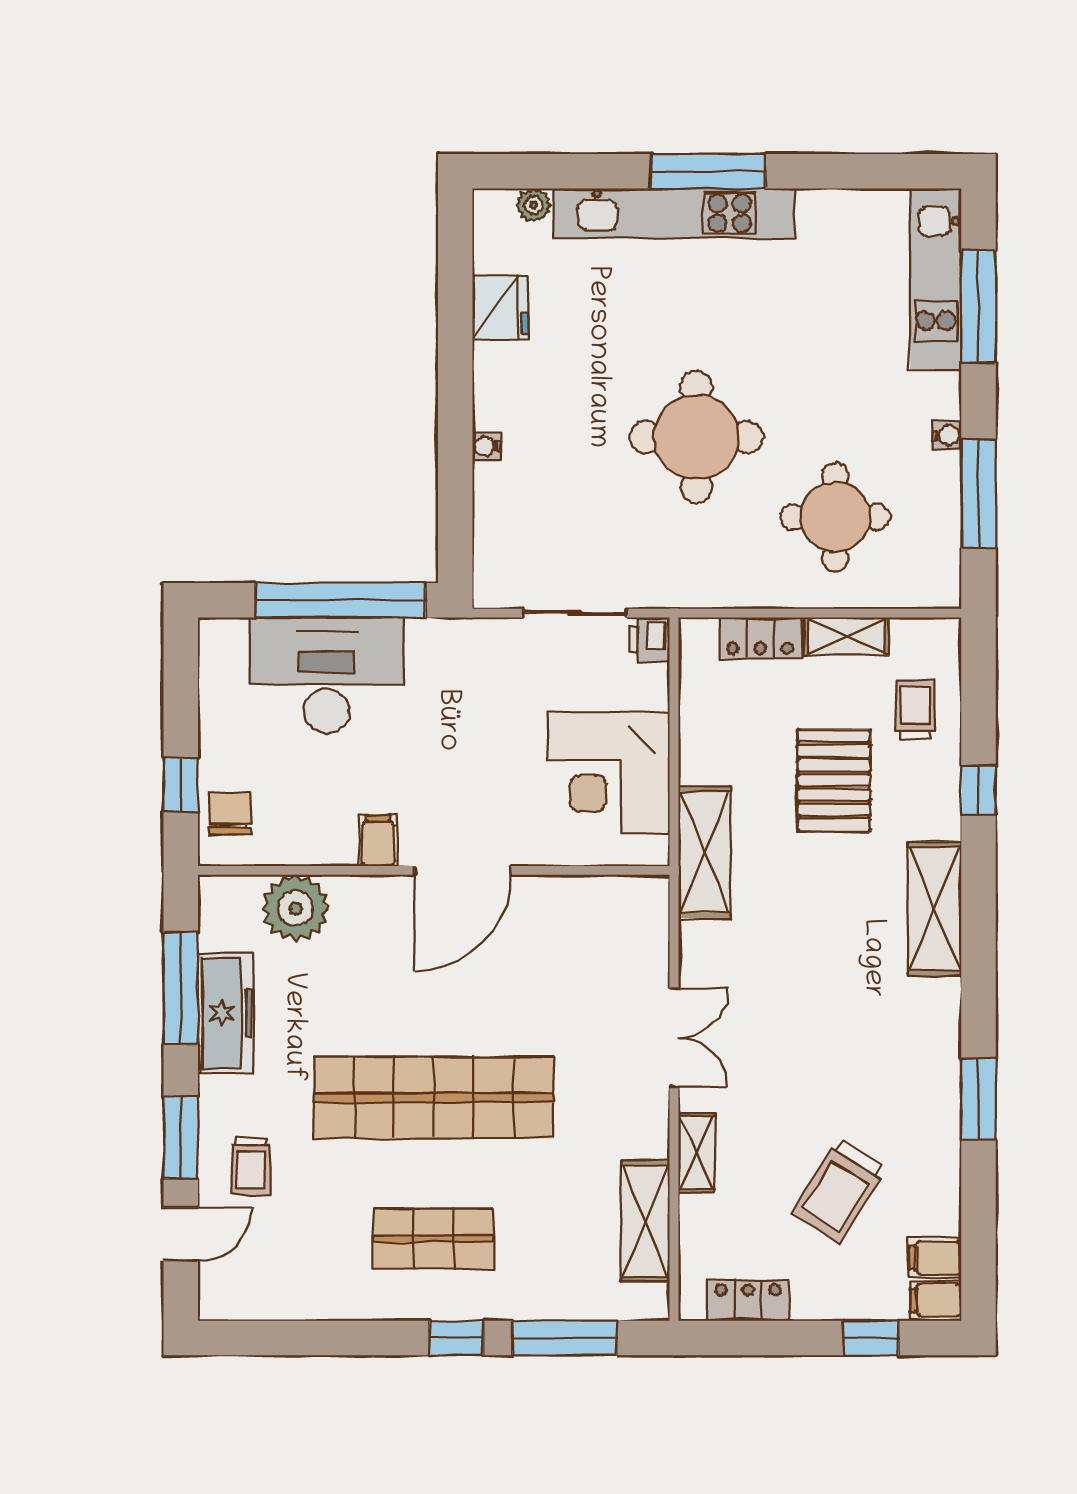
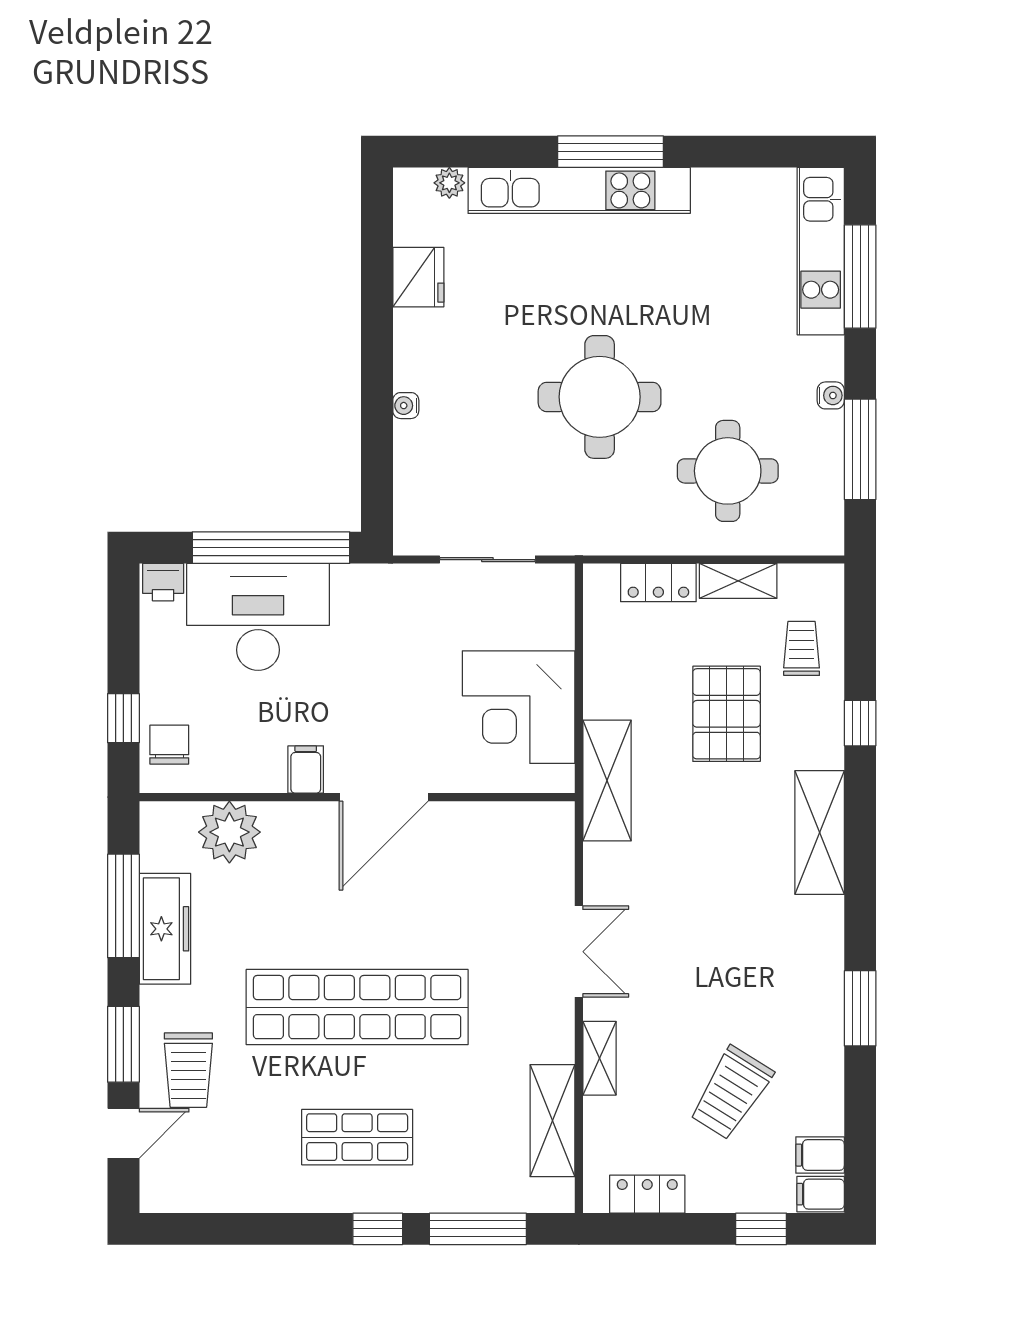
printer: (649, 640) -> (163, 582), moved, turned -90
trolley: (251, 1166) -> (188, 1070), width x1.36, depth x1.39

